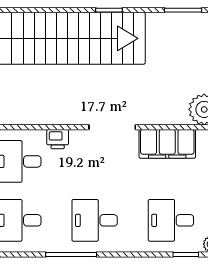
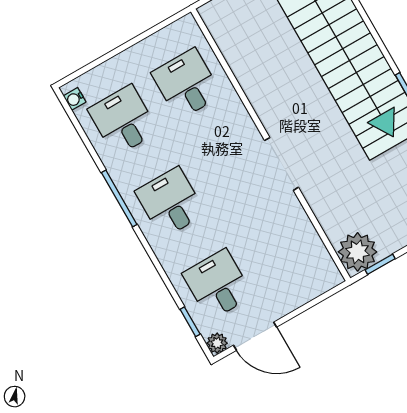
printer: (58, 139) -> (235, 112), removed
filing cabinet: (167, 144) -> (298, 233), removed

